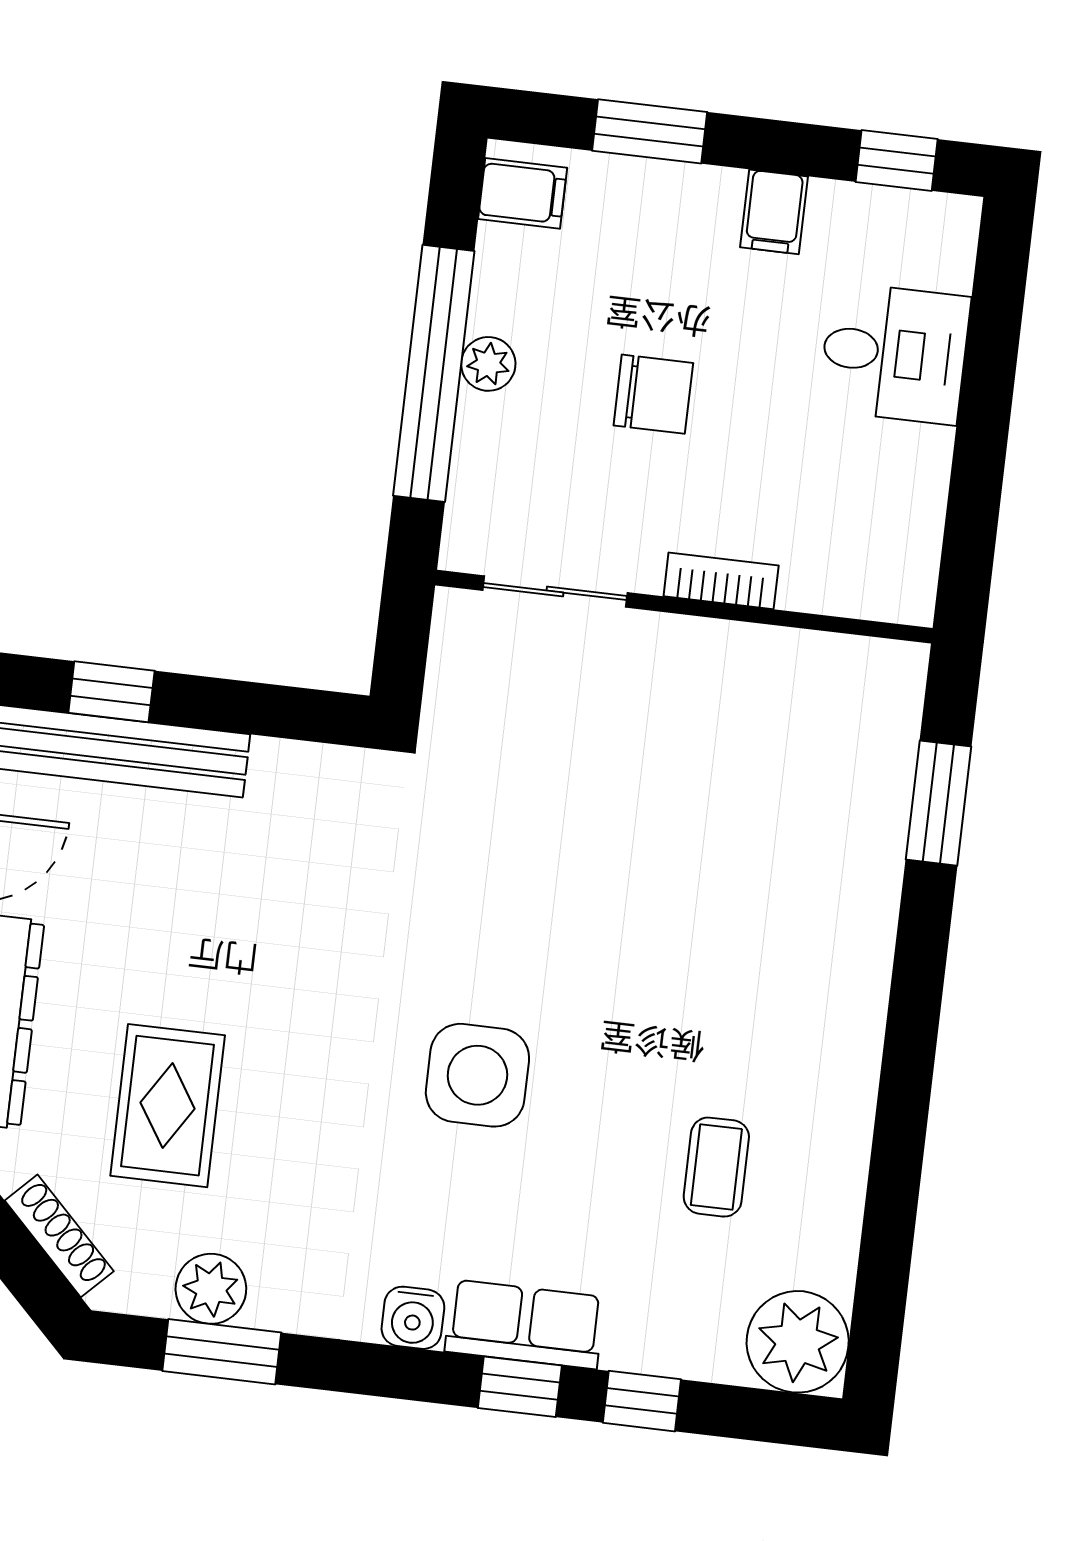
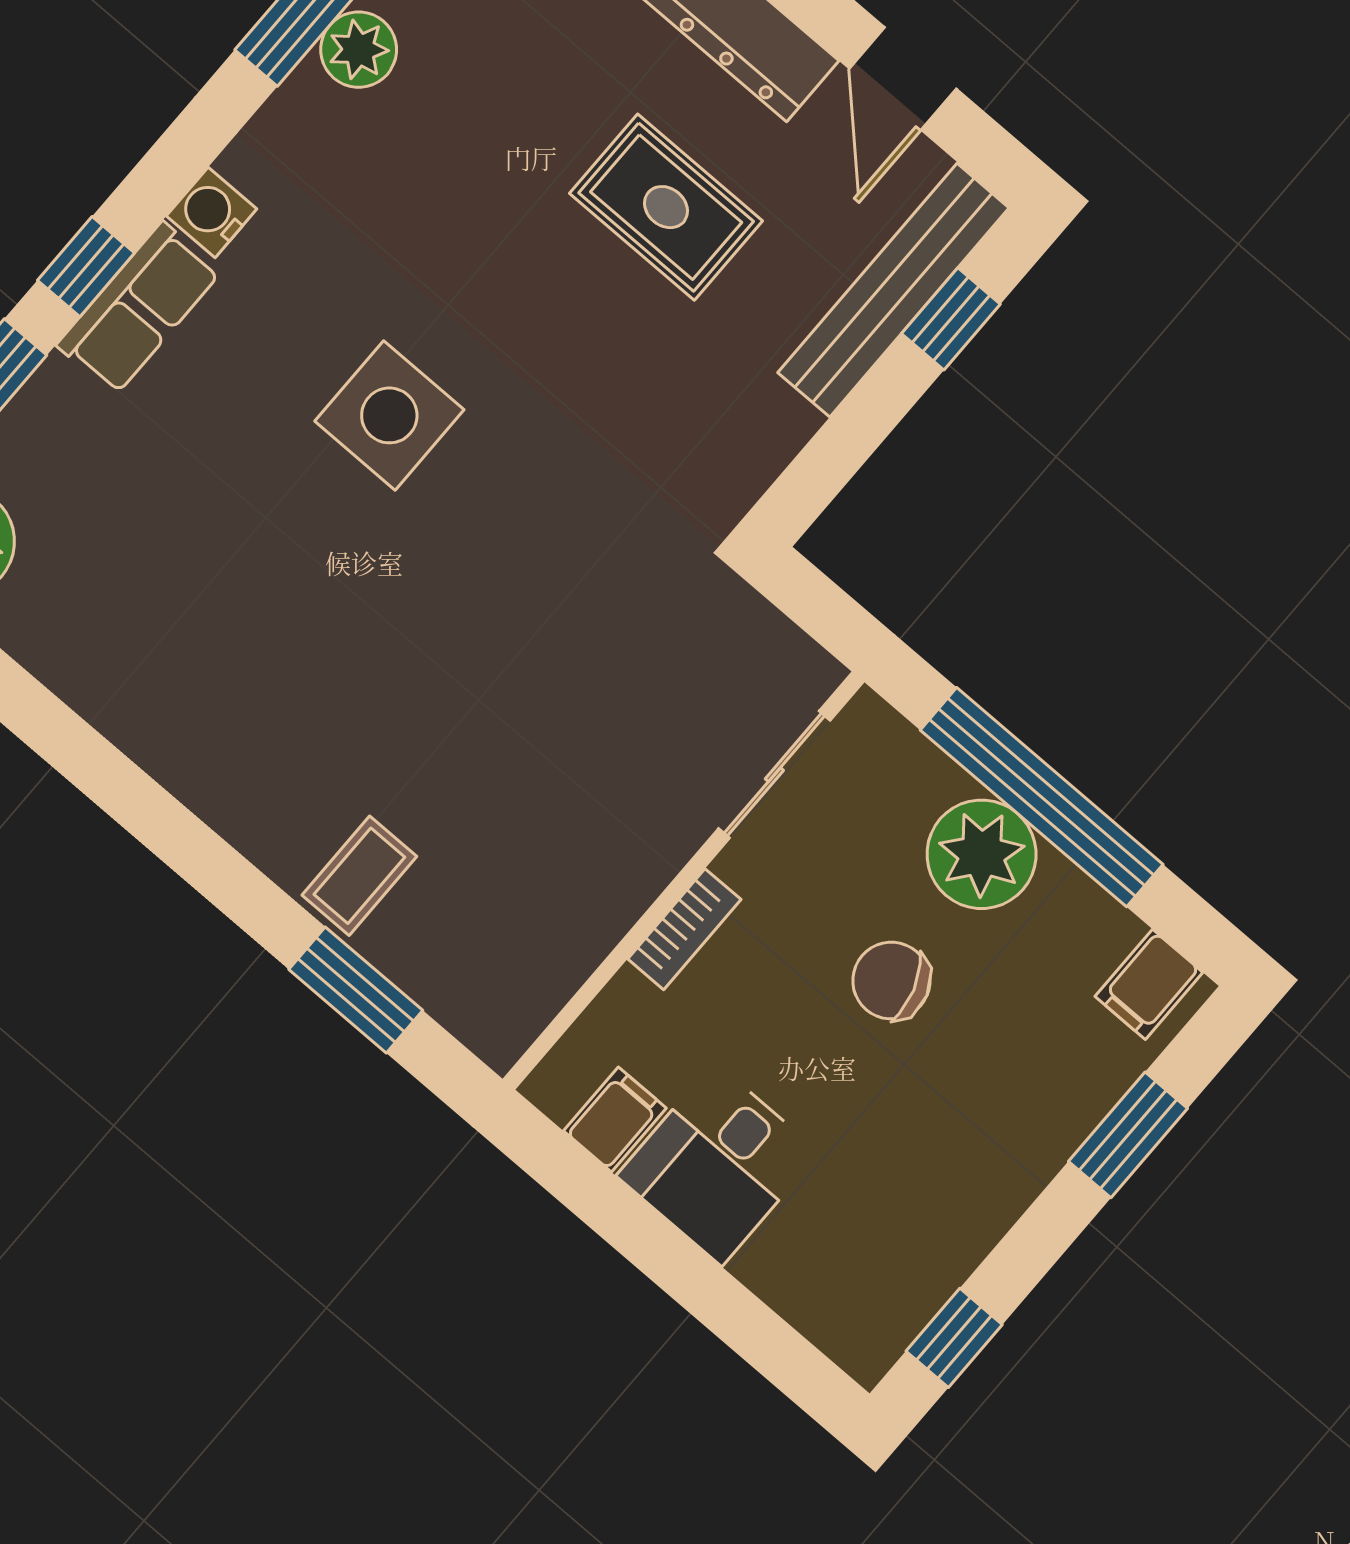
filing cabinet: (774, 212) -> (615, 1120), moved, turned 90
desk: (894, 353) -> (718, 1164), moved
plant: (488, 364) -> (982, 854), width x1.88, depth x1.88
chair: (653, 394) -> (891, 981), turned 72
rug: (168, 1106) -> (666, 207), moved
coffee table: (716, 1167) -> (359, 876), moved, turned 90

